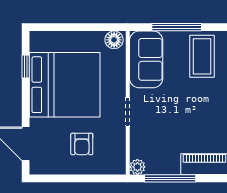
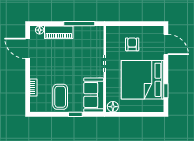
window: (177, 27) -> (75, 114), width x0.46
plant: (137, 167) -> (99, 31), removed

